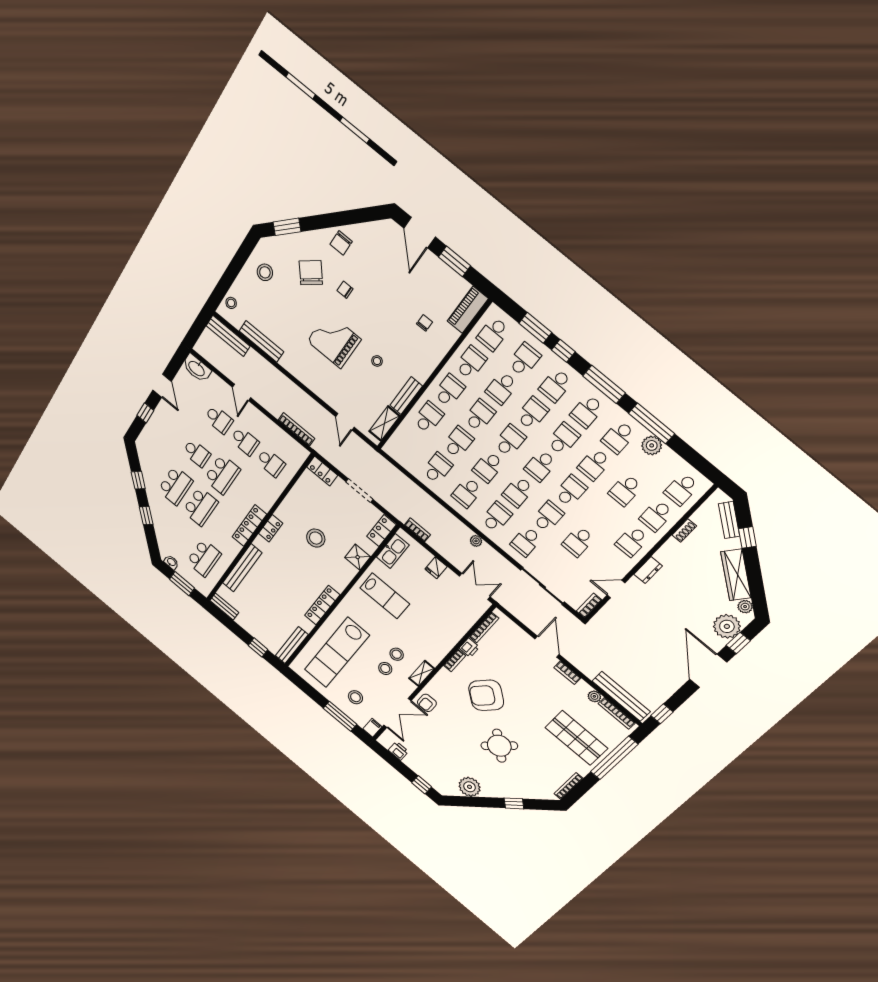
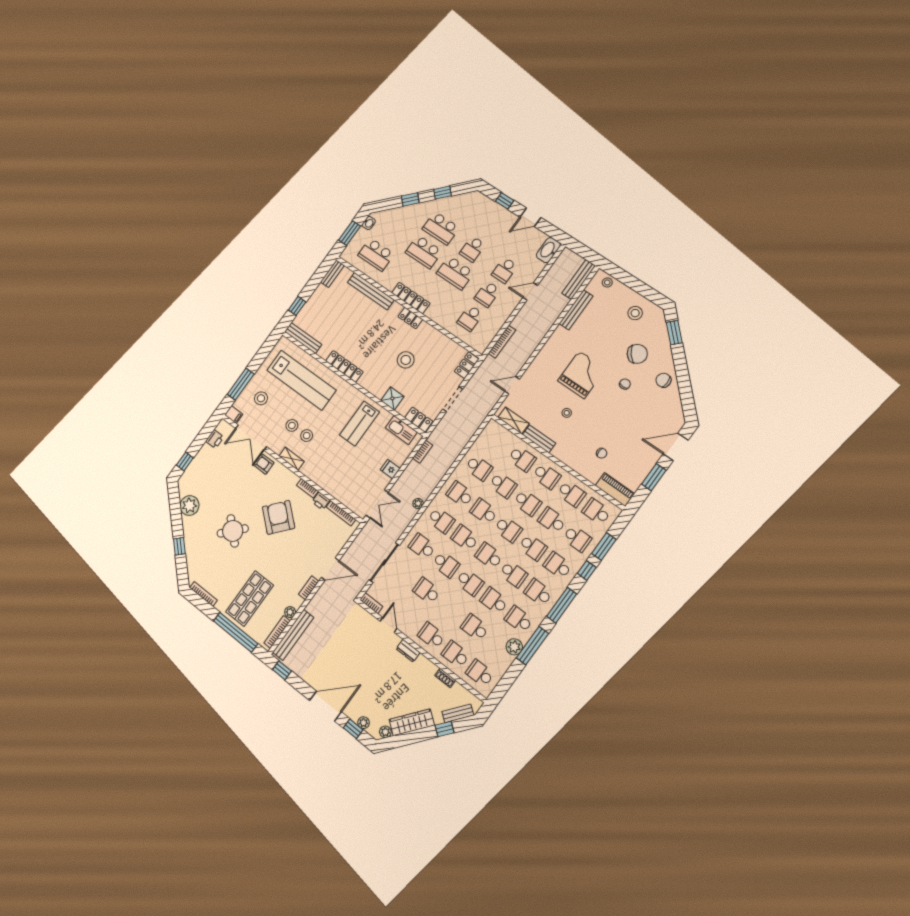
plant: (727, 626) -> (364, 723), width x0.53, depth x0.53
lab bench: (337, 653) -> (301, 380), turned 180

